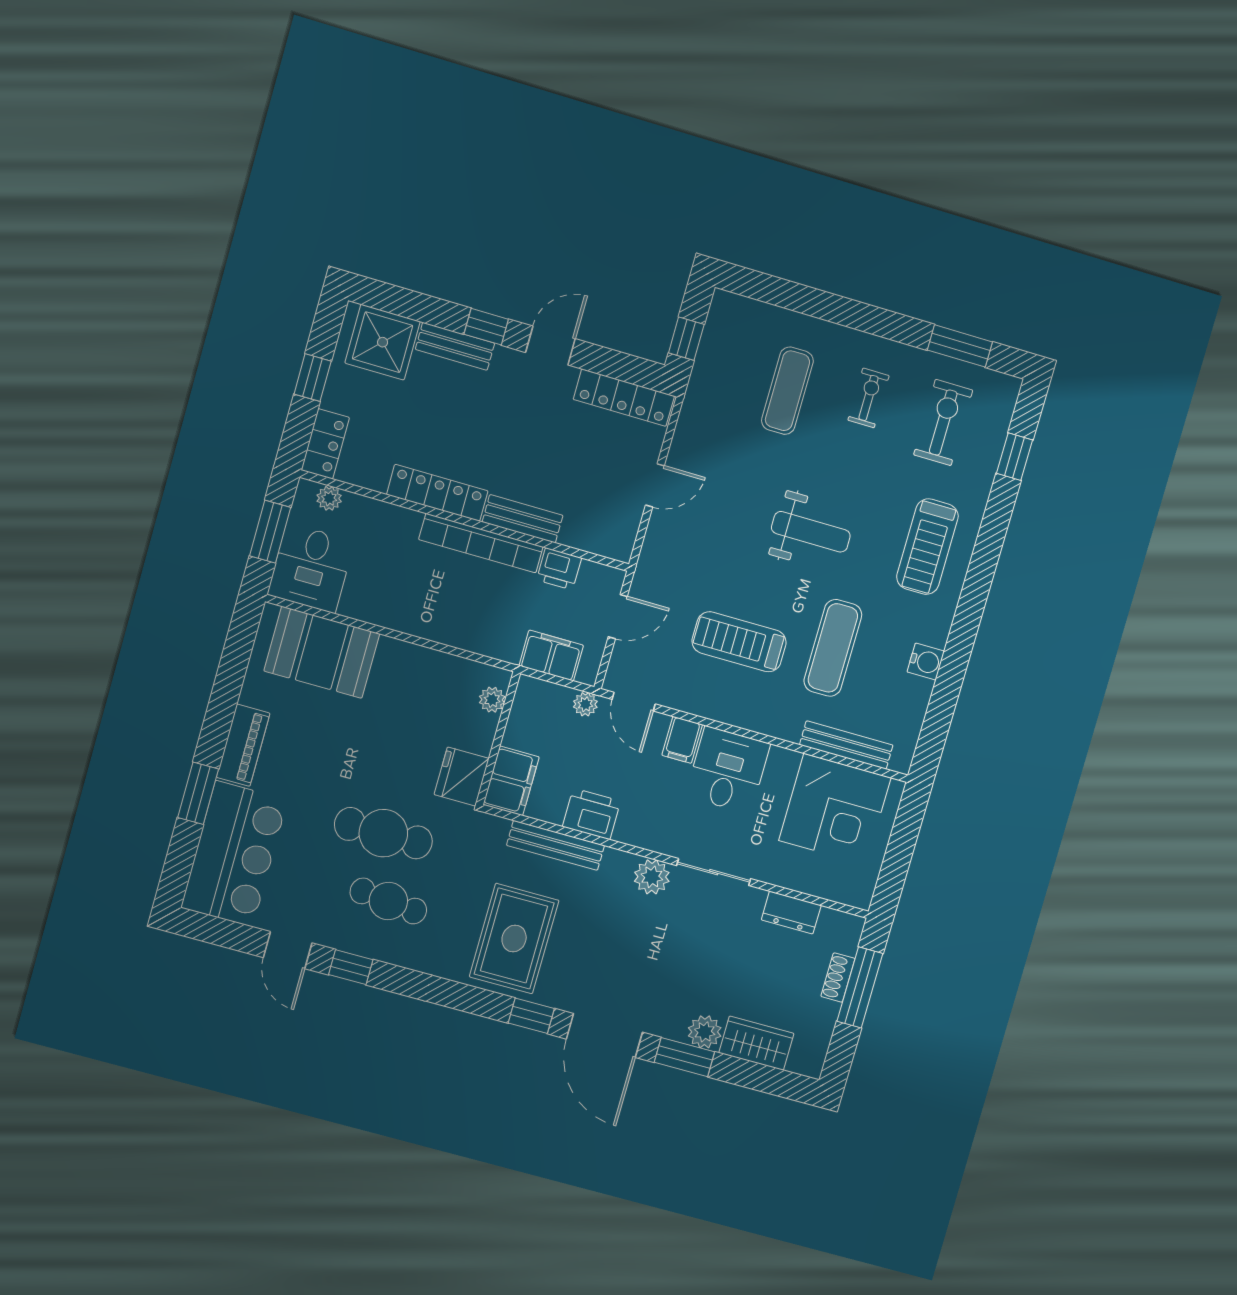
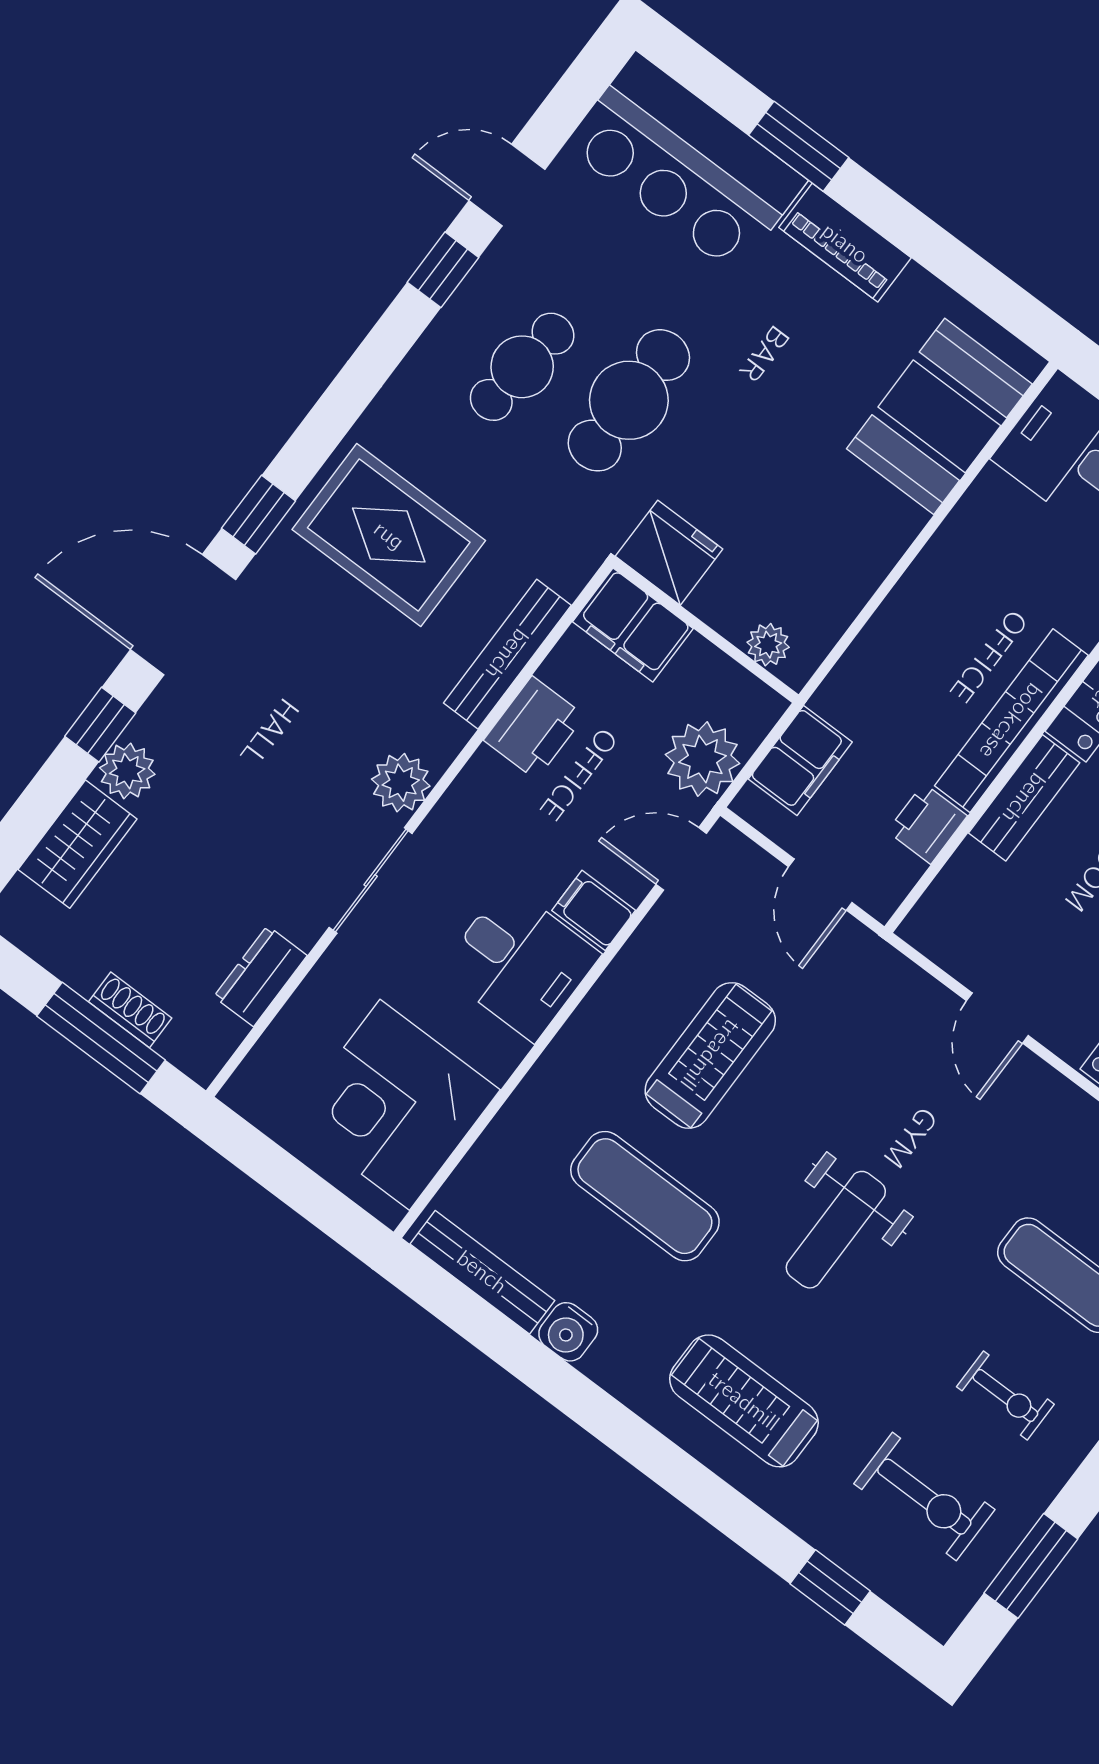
plant: (585, 704) -> (702, 759), width x1.87, depth x1.87
bench: (846, 745) -> (482, 1272), moved, turned 90
window: (684, 1057) -> (100, 725), width x0.67

